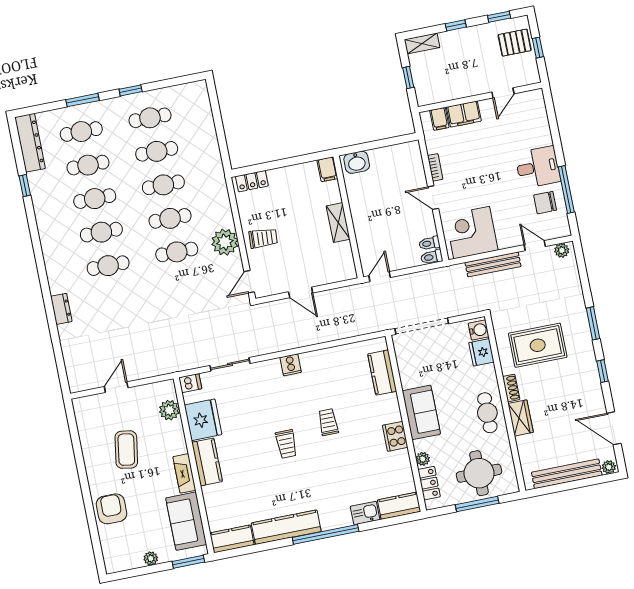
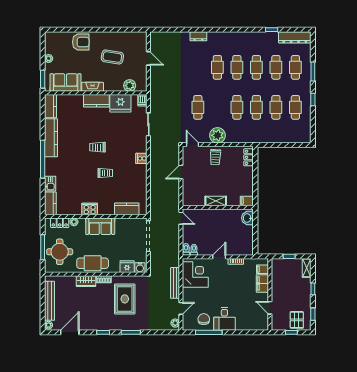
cafe table: (177, 252) -> (198, 107), moved
cafe table: (487, 413) -> (93, 263), width x1.37, depth x1.35

